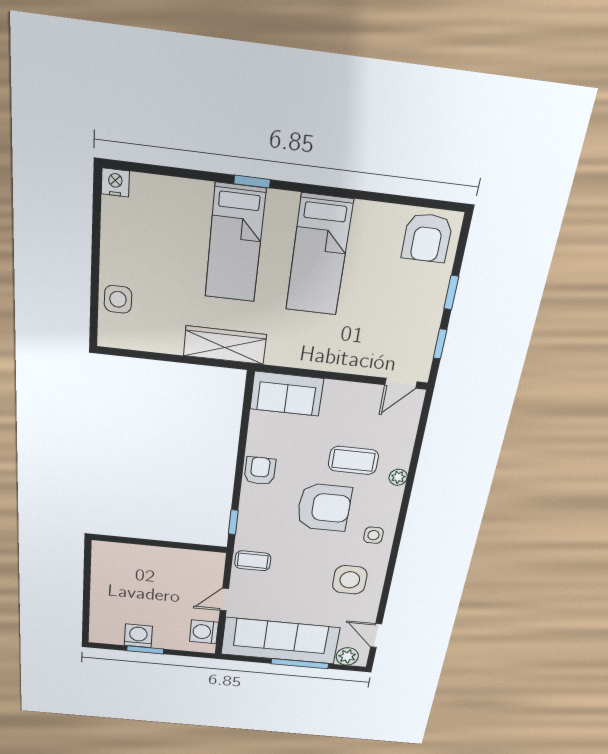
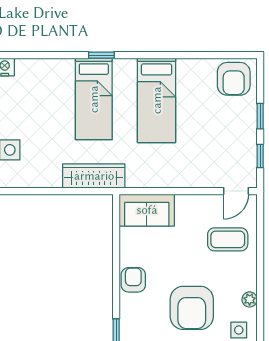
coffee table: (353, 460) -> (228, 239), moved
plant: (398, 477) -> (250, 299), moved
armchair: (324, 507) -> (192, 308), turned 90

